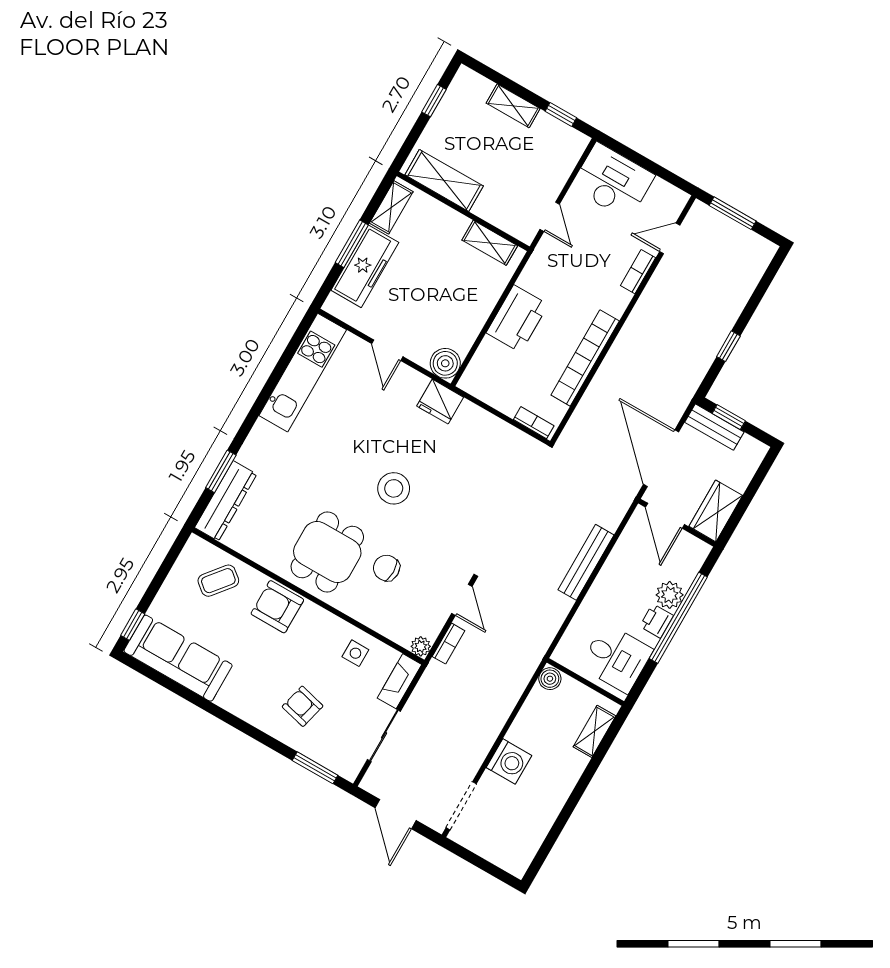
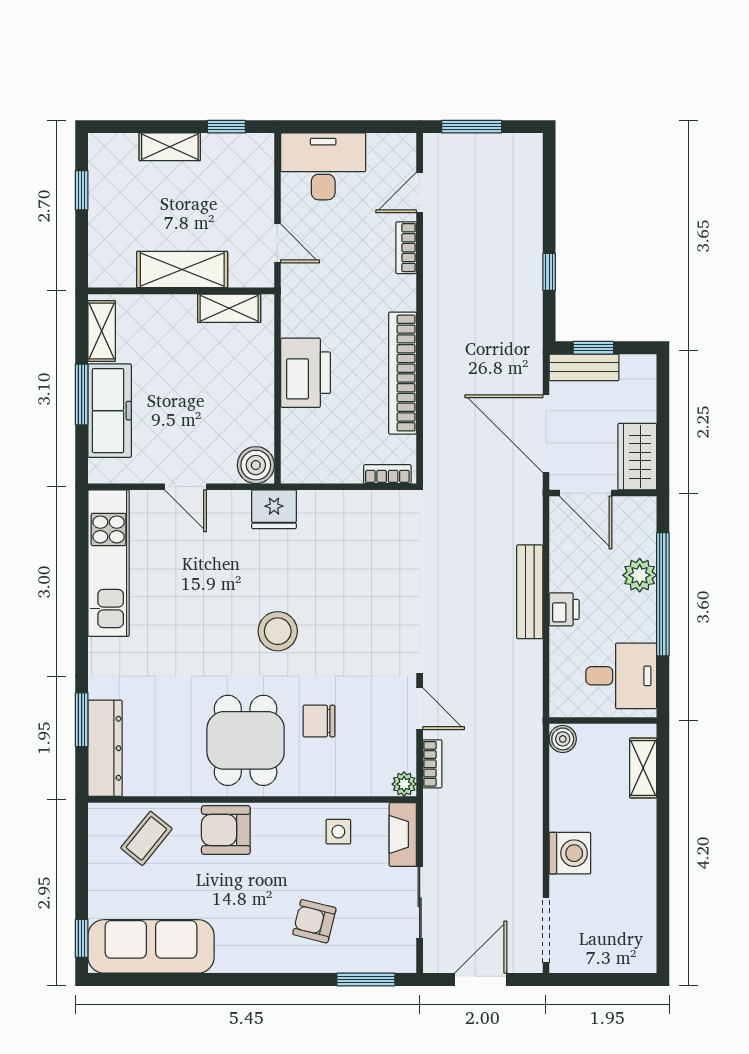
shelving: (444, 180) -> (182, 270), moved
printer: (657, 621) -> (564, 609), moved, turned 180
door: (396, 814) -> (481, 980), swing flipped

